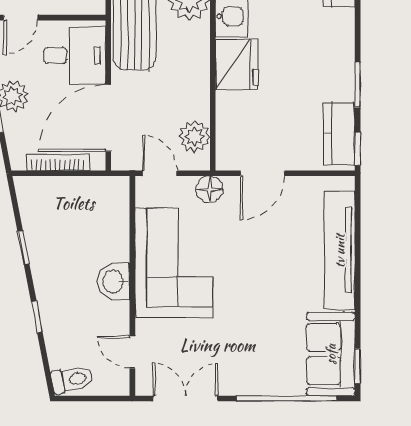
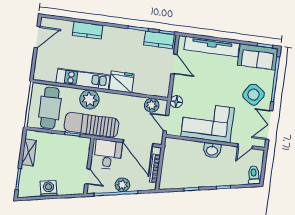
door: (160, 173) -> (166, 123), hinge flipped
door: (263, 173) -> (174, 64), moved
side table: (247, 355) -> (253, 95), added

